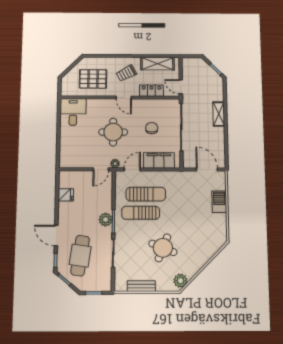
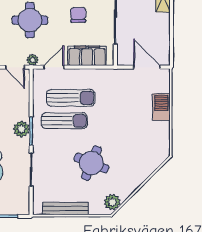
door: (101, 169) -> (15, 67), hinge flipped
sun lounger: (141, 213) -> (64, 121), turned 180
bench: (141, 286) -> (65, 209), width x1.36

